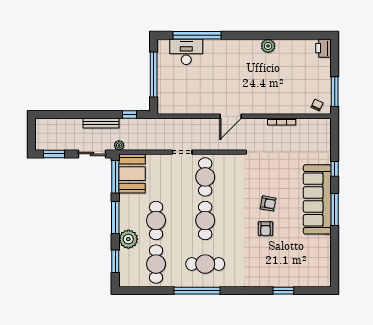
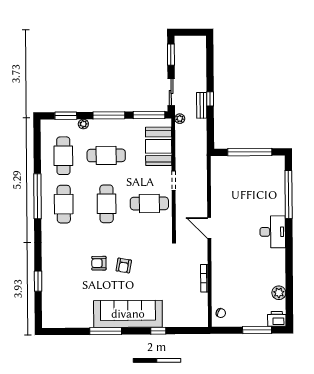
plant: (268, 46) -> (279, 293), moved
desk: (186, 52) -> (273, 232), moved
window: (335, 92) -> (257, 330), moved
window: (130, 114) -> (210, 99), moved
bench: (101, 123) -> (202, 105), width x0.73
booth: (132, 174) -> (159, 146), moved, turned 90
window: (335, 210) -> (106, 331), moved
cafe table: (205, 220) -> (107, 204), turned 90
plant: (128, 239) -> (83, 124), width x0.53, depth x0.53
cafe table: (156, 264) -> (63, 156), turned 90

